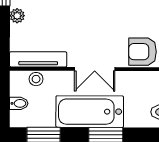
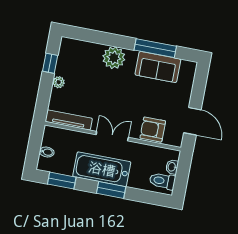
double door: (95, 69) -> (112, 136), swing flipped
stool: (36, 79) -> (64, 135), removed

